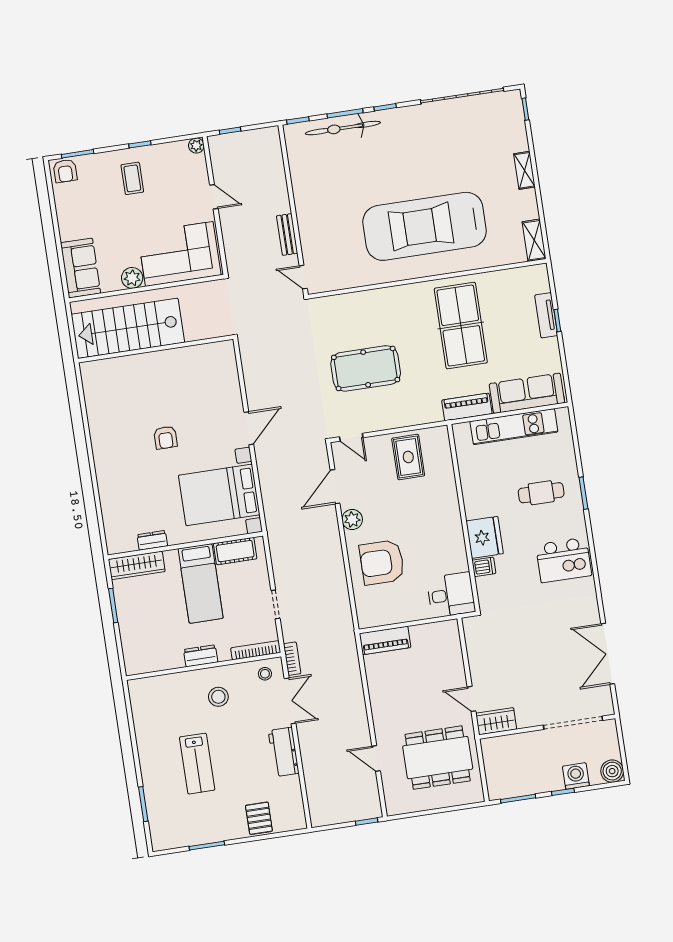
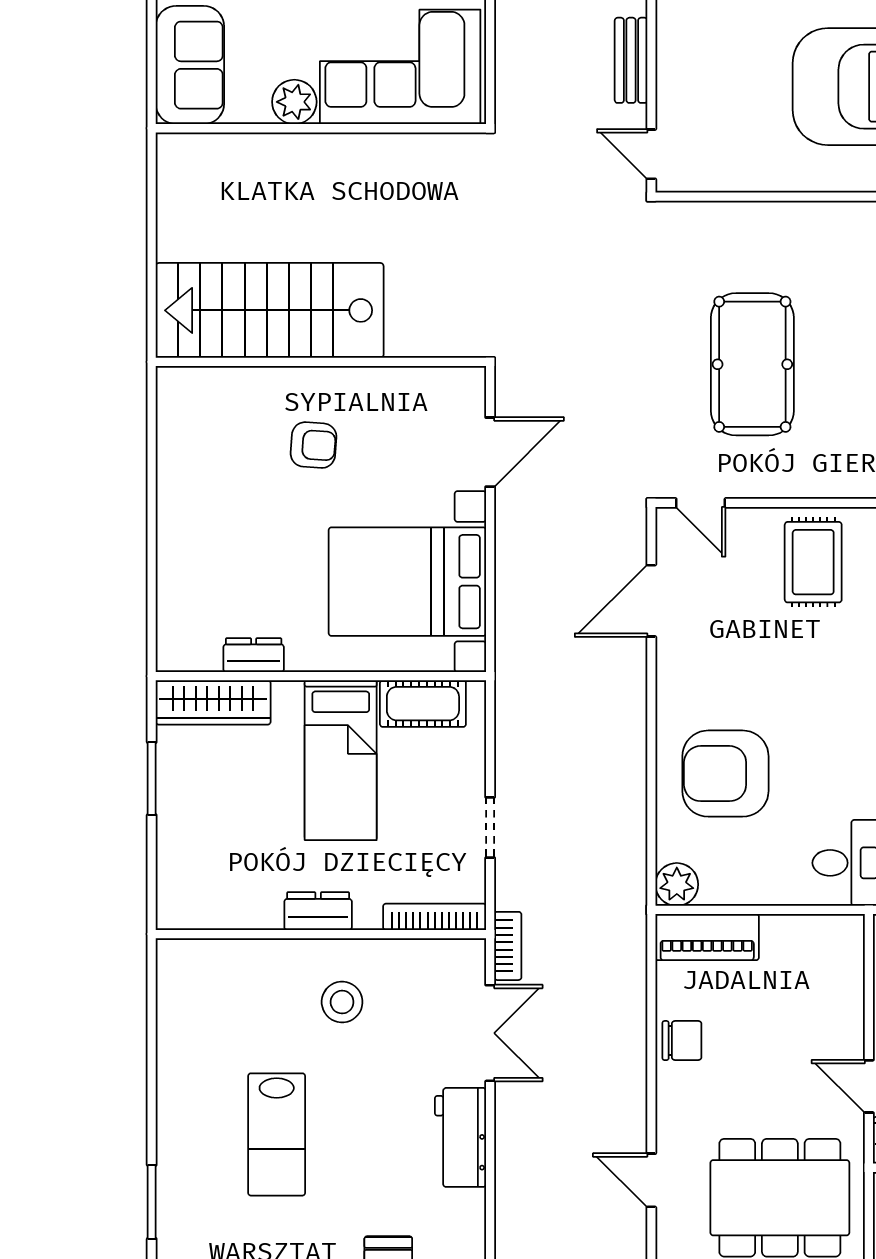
stairs: (128, 328) -> (270, 310), moved
wall: (156, 349) -> (321, 362), moved
pool table: (366, 368) -> (752, 364), turned 90
armchair: (165, 438) -> (314, 445), turned -86
plant: (352, 519) -> (677, 884), moved
stool: (265, 674) -> (446, 969), removed
chair: (381, 691) -> (682, 1041), added

